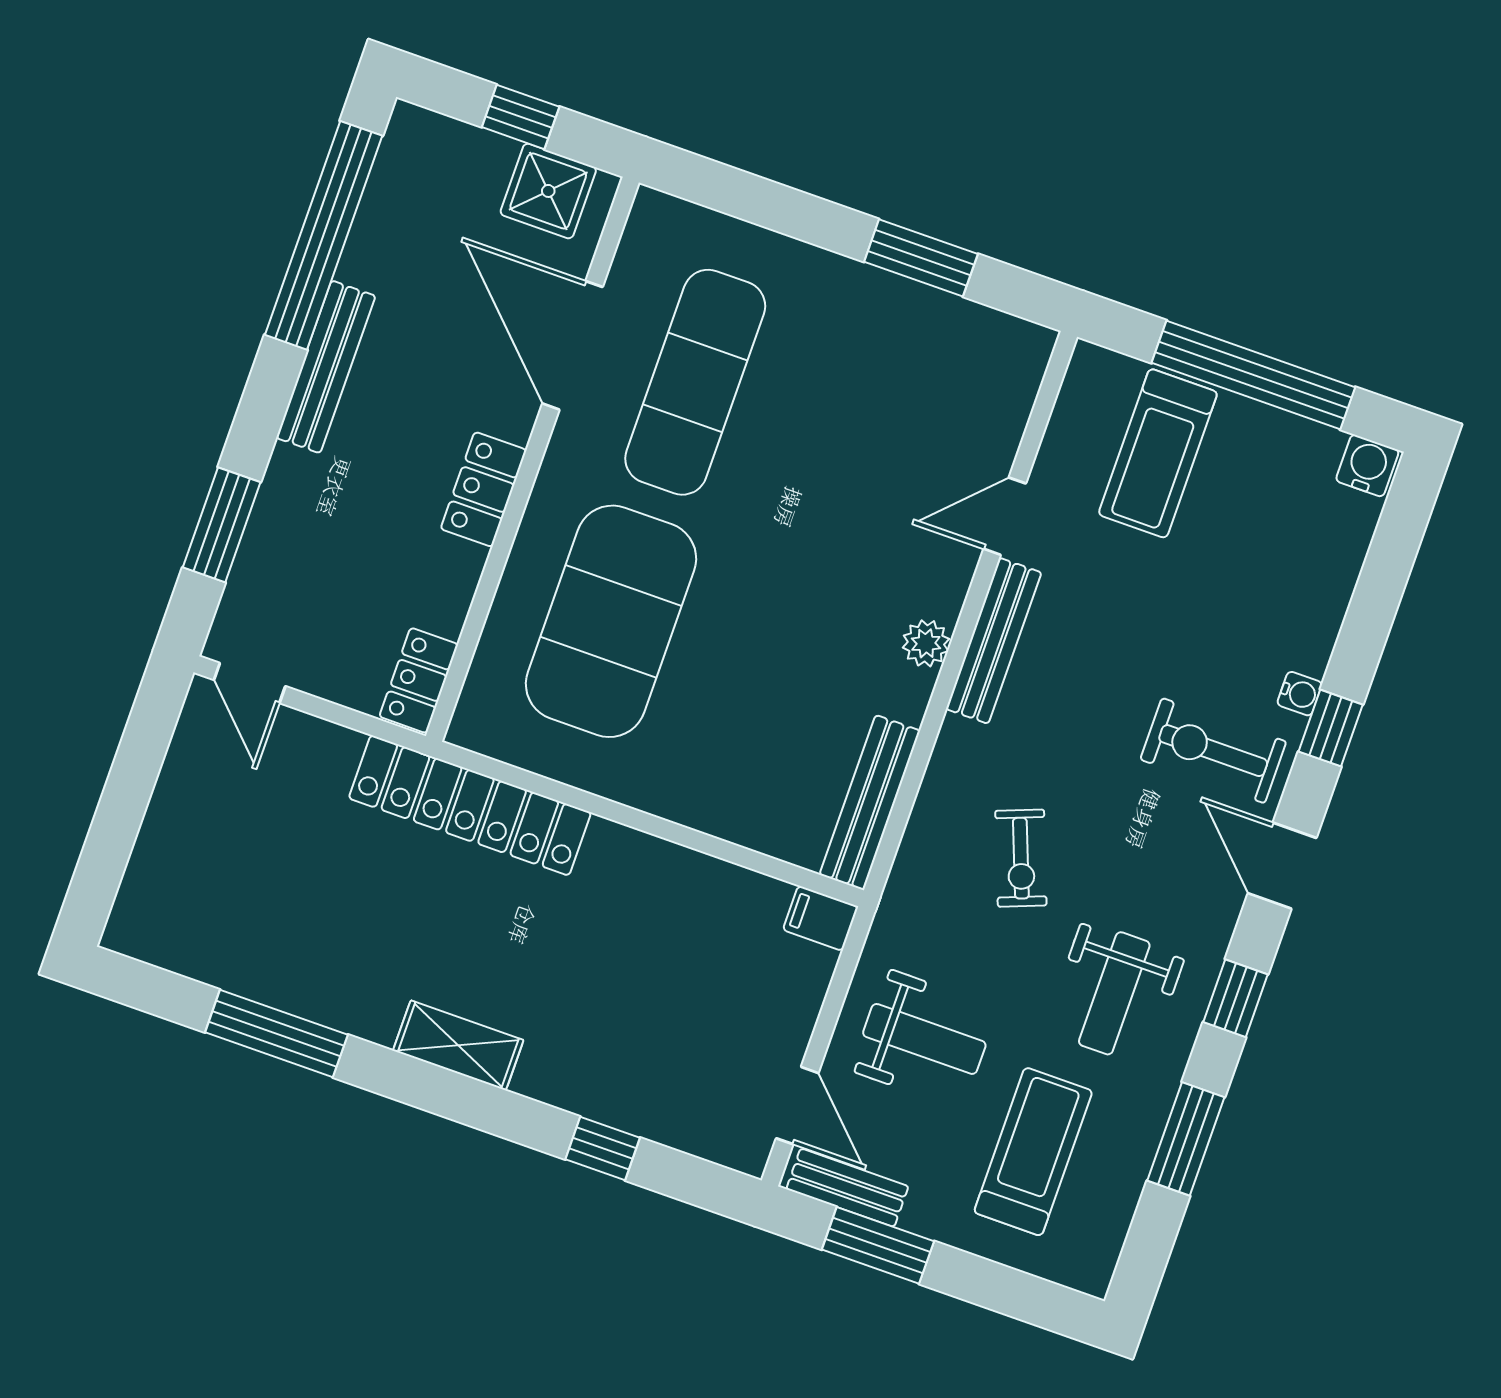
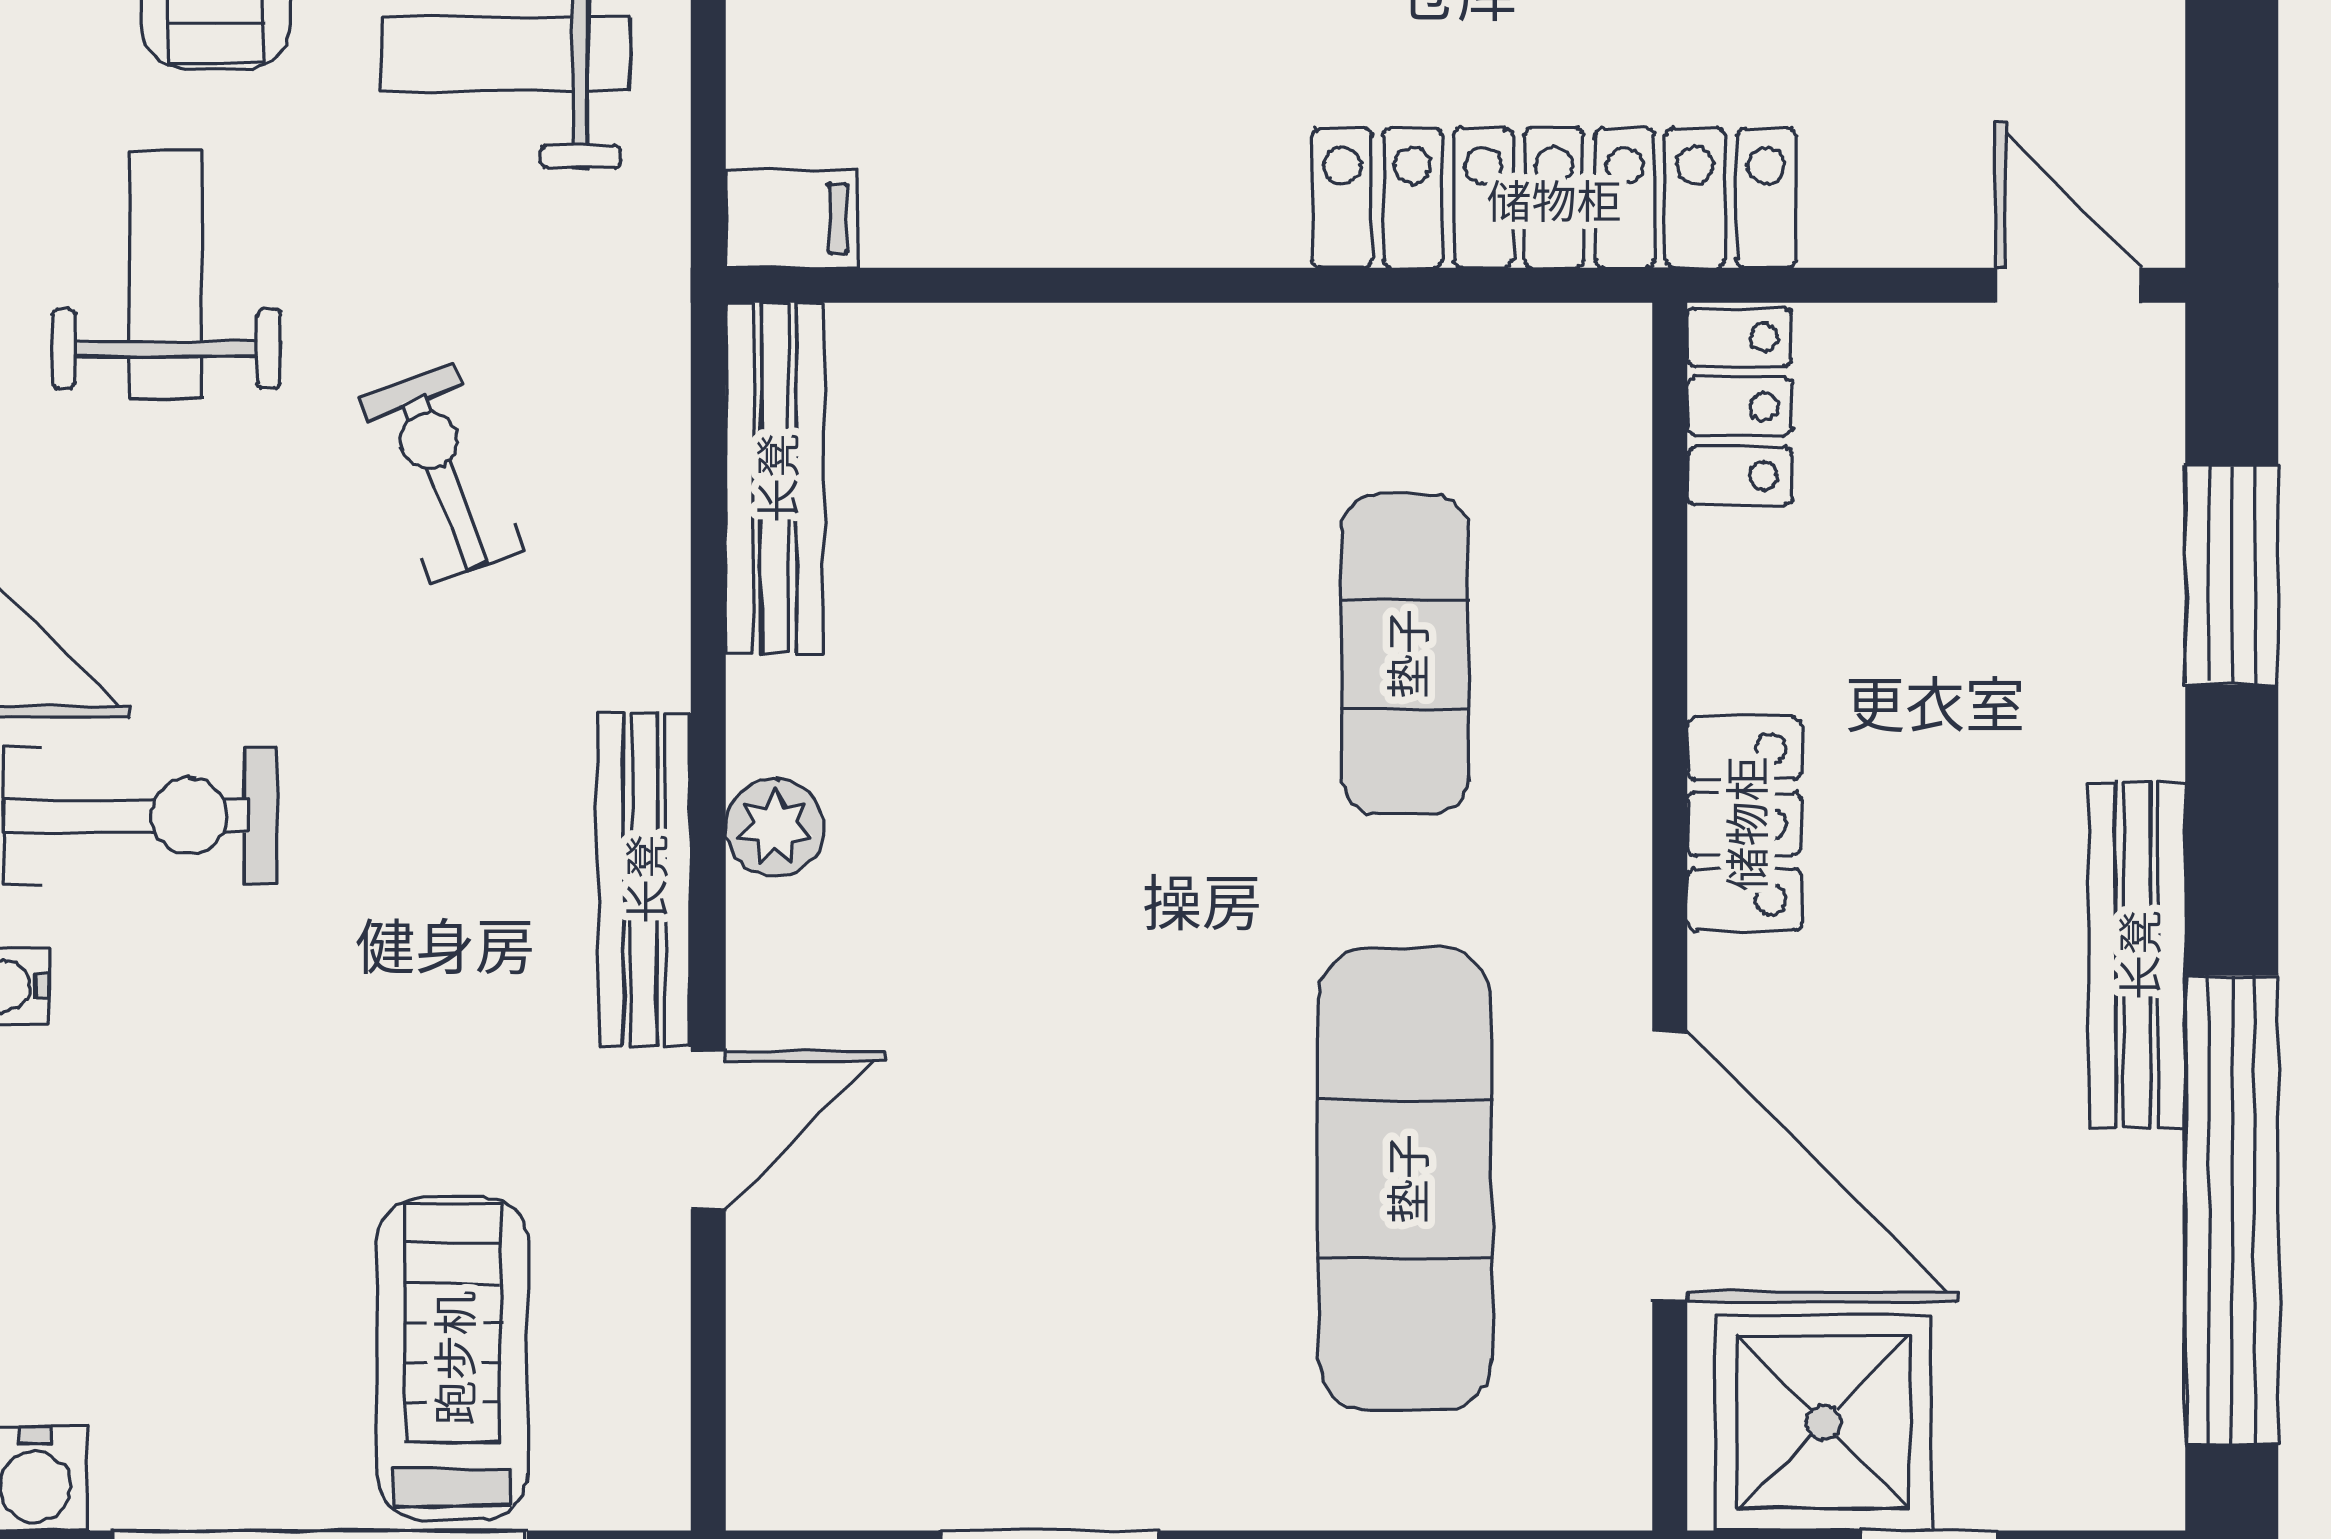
shower: (548, 191) -> (1823, 1422), width x1.36, depth x1.36
exercise mat: (611, 621) -> (1405, 654), width x0.50, depth x0.69

